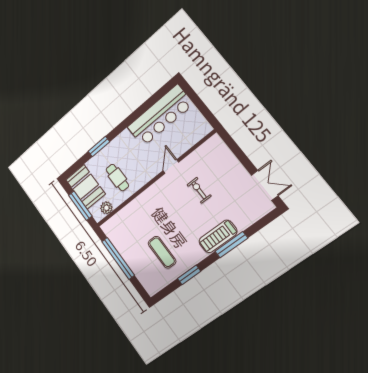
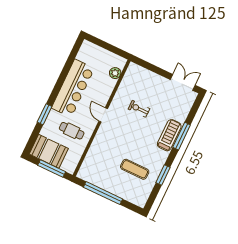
bar counter: (160, 116) -> (73, 88), moved
door: (171, 166) -> (103, 115), moved
plant: (106, 208) -> (115, 73), moved
treadmill: (218, 236) -> (169, 135), turned 180

